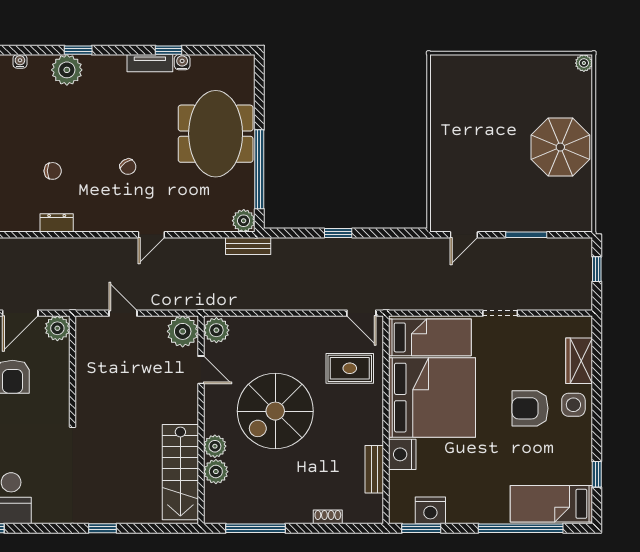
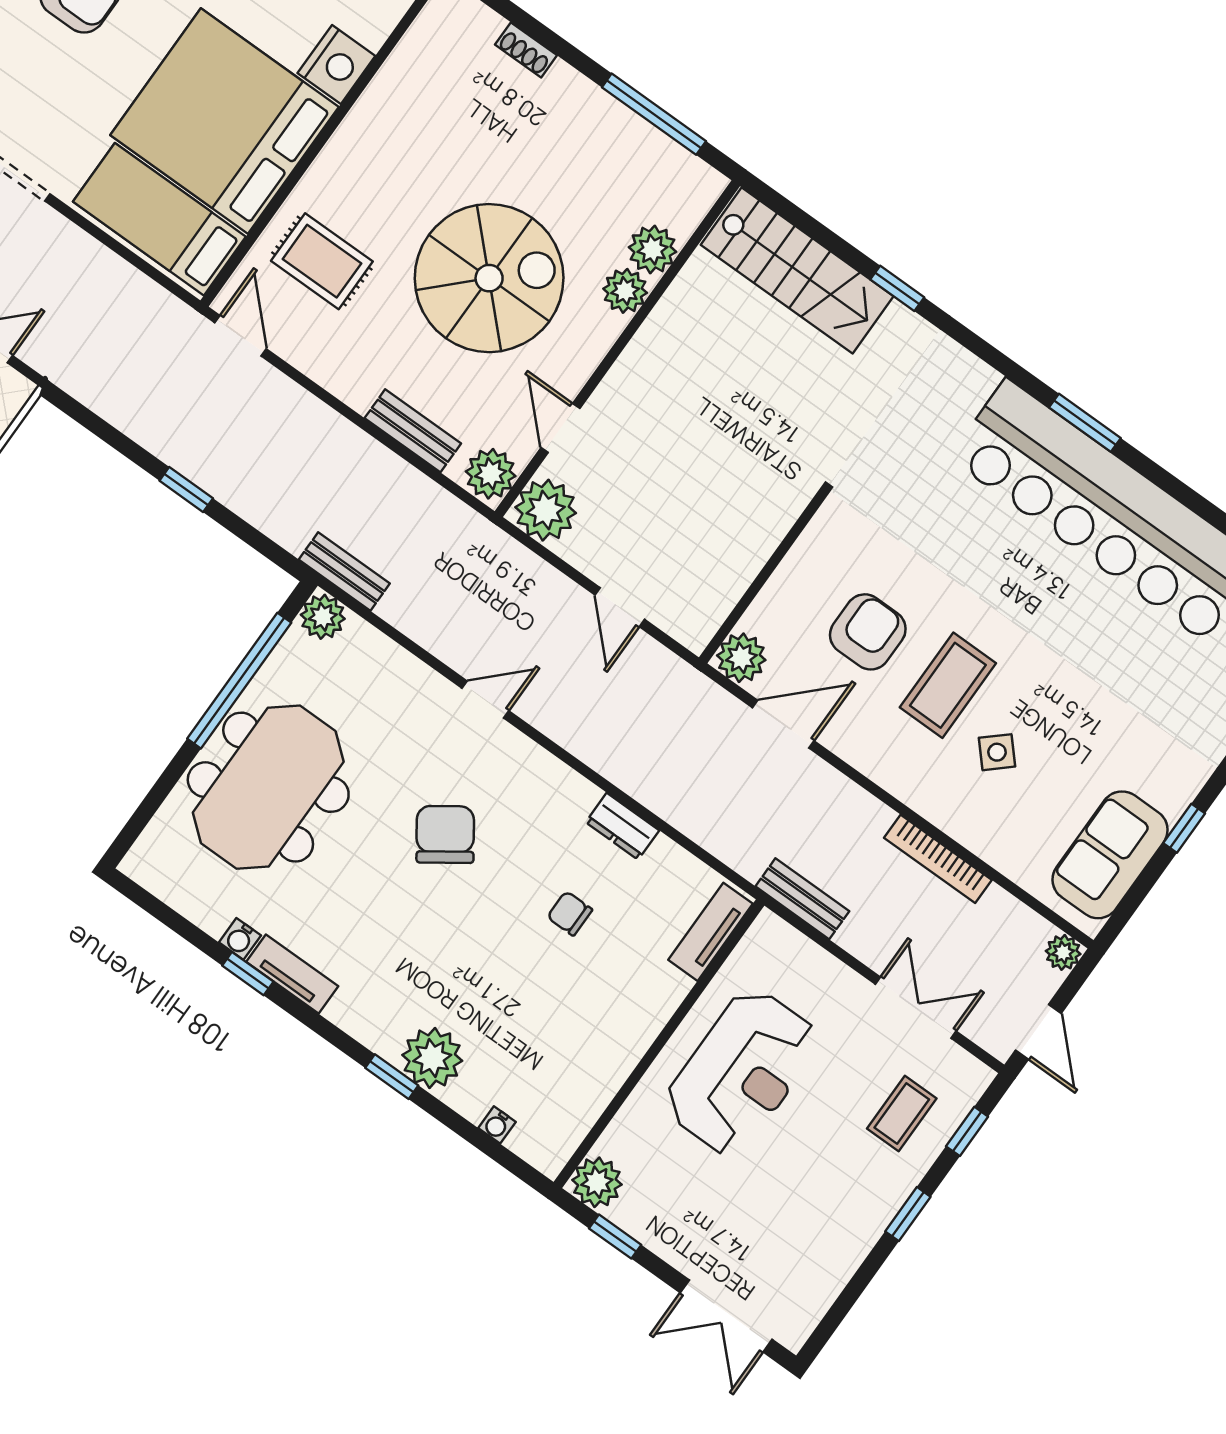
chair: (128, 167) -> (445, 834), width x1.87, depth x1.87
bench: (374, 469) -> (413, 431), moved, turned 90
stairs: (180, 472) -> (797, 270), moved, turned 90

